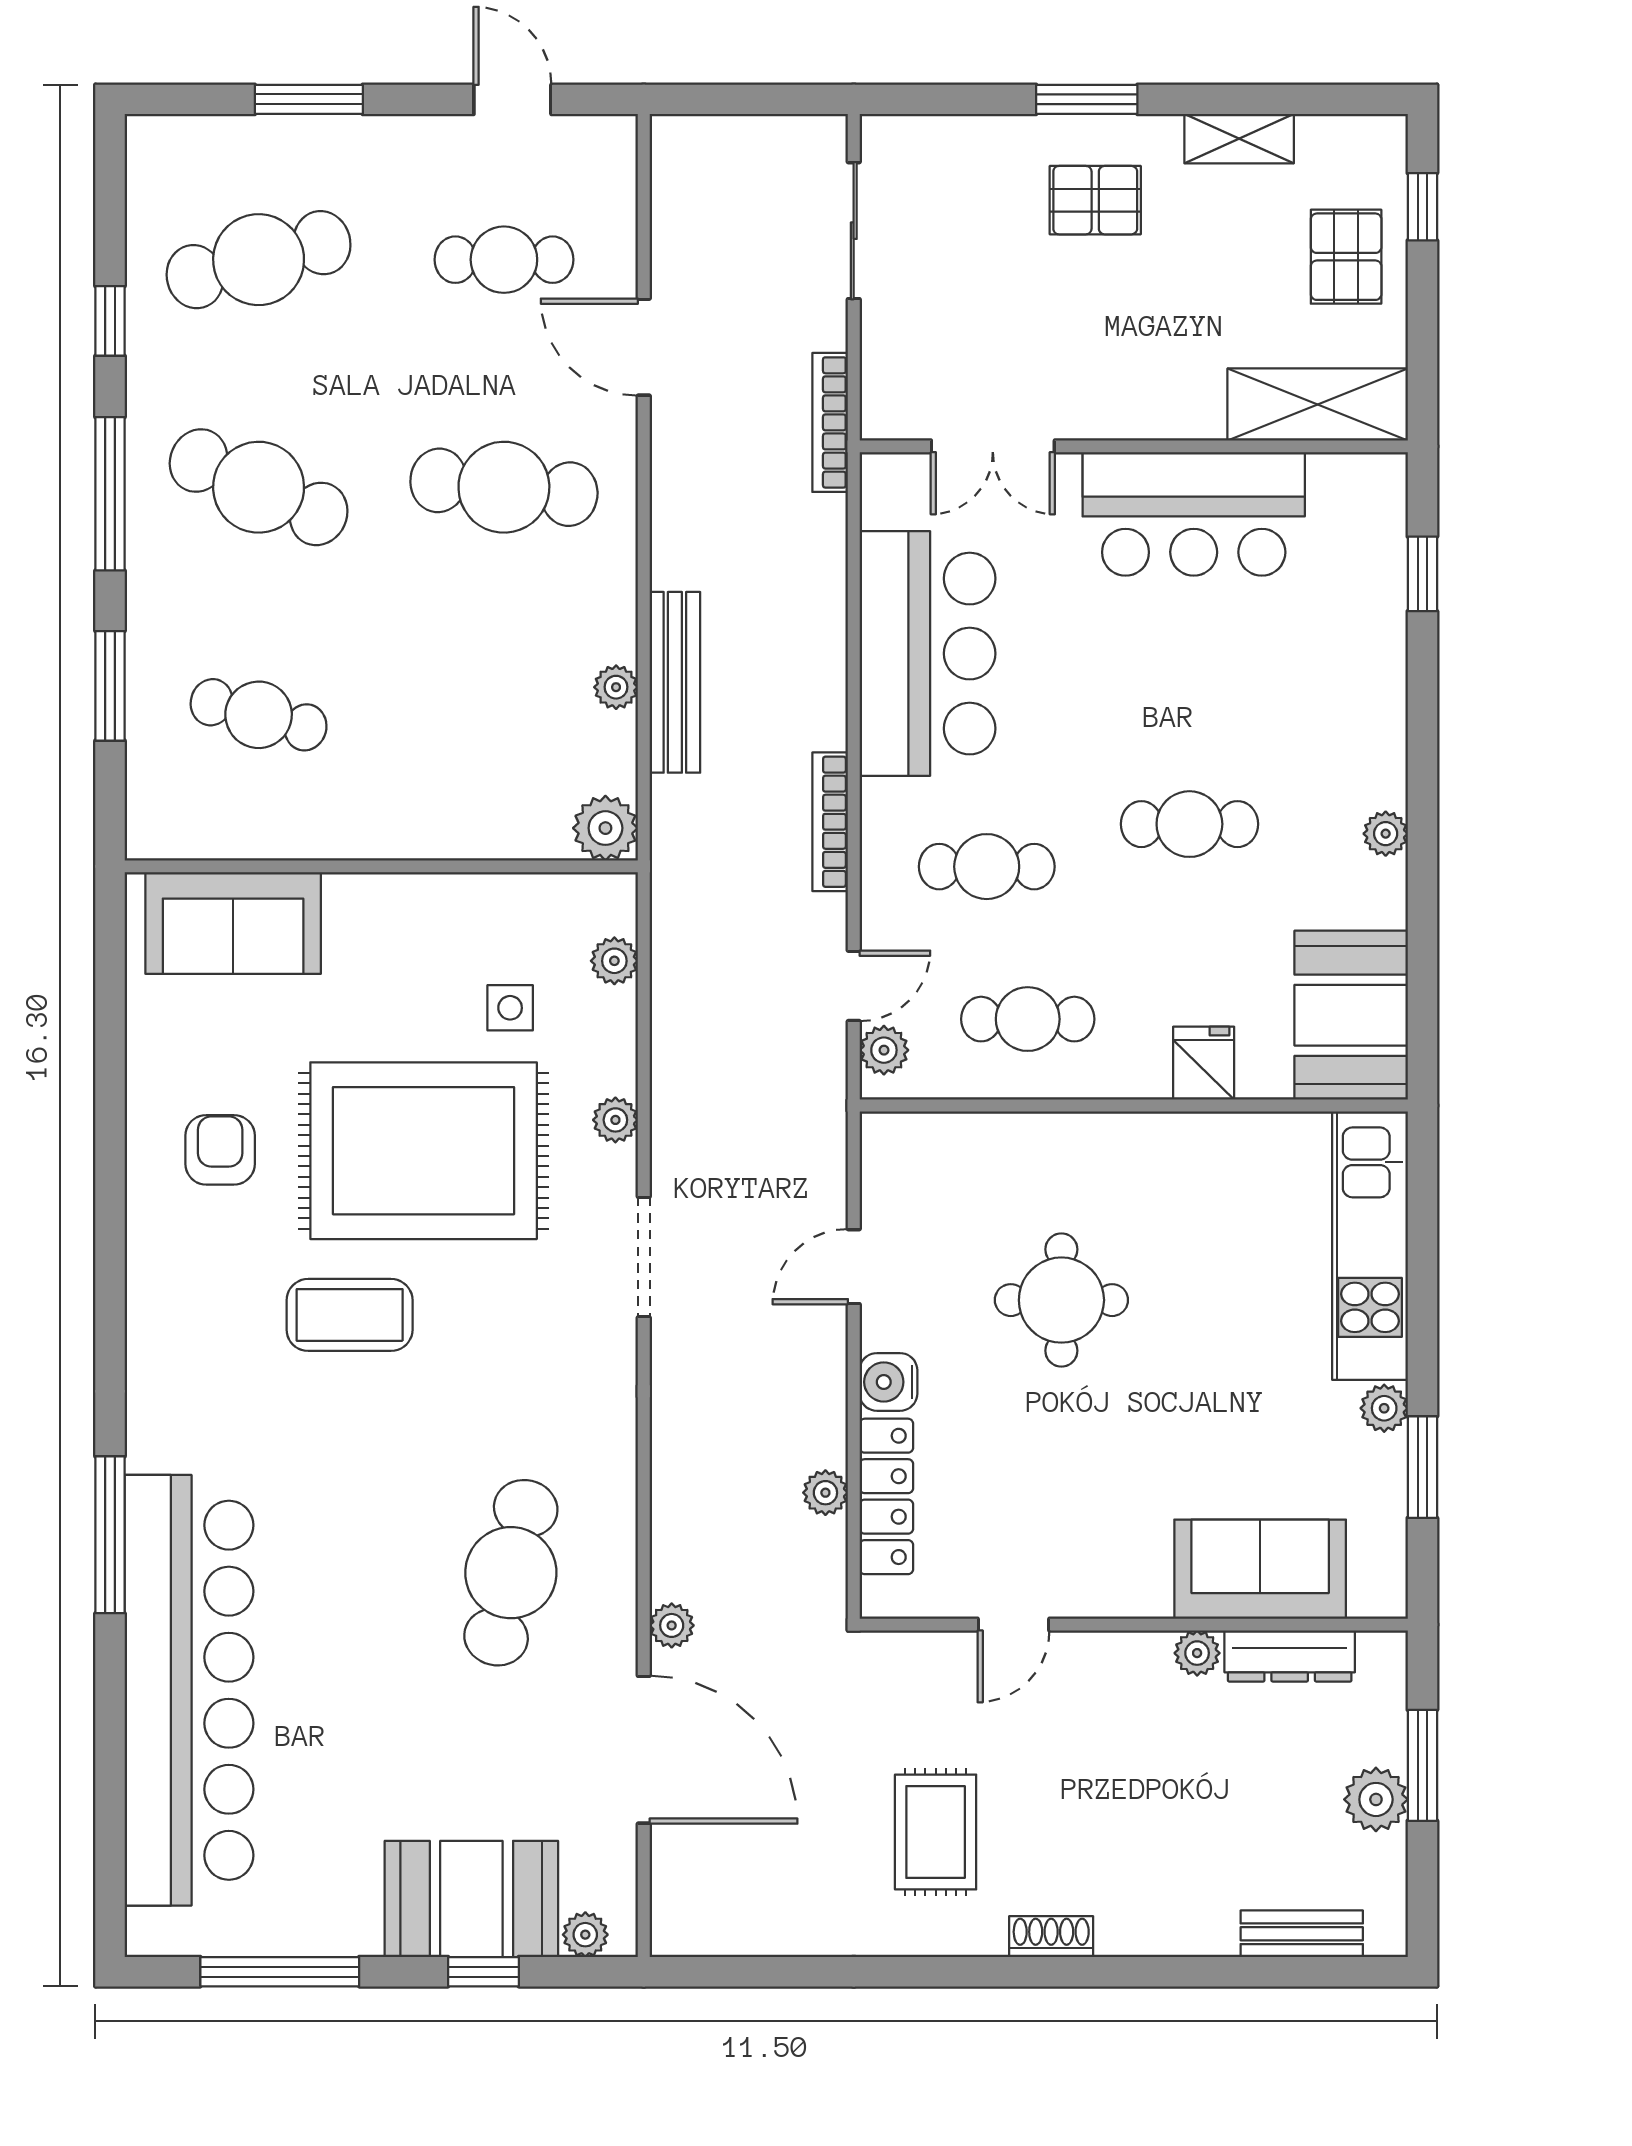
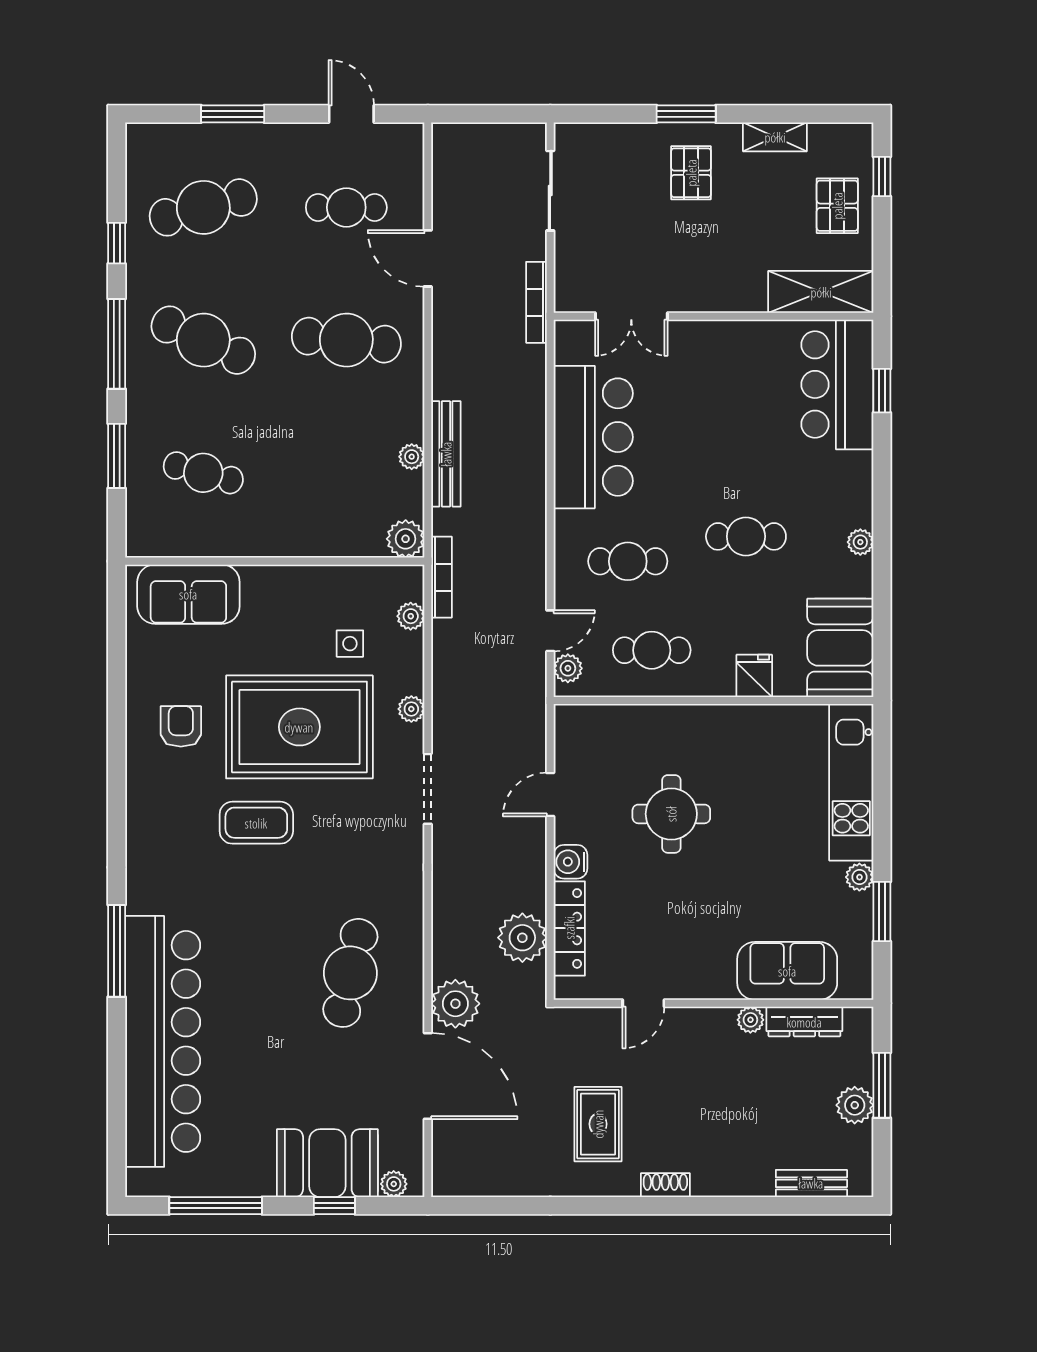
pallet: (1095, 200) -> (691, 173), turned 90
bar counter: (1194, 514) -> (837, 384), moved, turned 90
bookcase: (830, 822) -> (442, 577), moved, turned 180
plant: (825, 1493) -> (522, 938), width x1.87, depth x1.87
plant: (672, 1625) -> (455, 1004), width x1.88, depth x1.88

